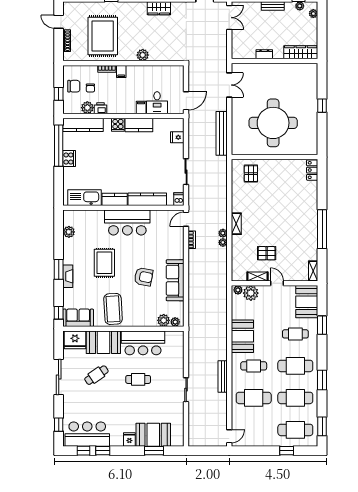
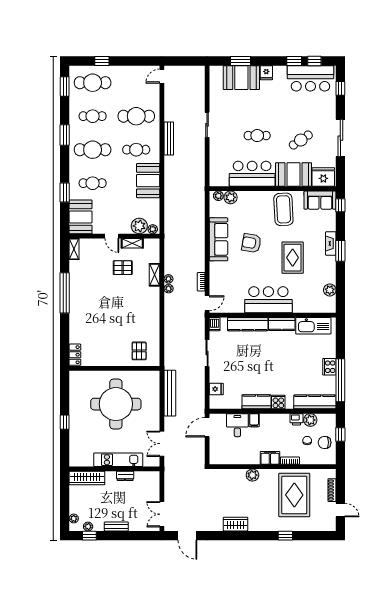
kitchen unit: (271, 70) -> (118, 460), added
filing cabinet: (121, 71) -> (270, 458), width x2.00
shelving: (236, 224) -> (154, 275), moved
cafe table: (295, 398) -> (93, 116), width x0.73, depth x0.74

